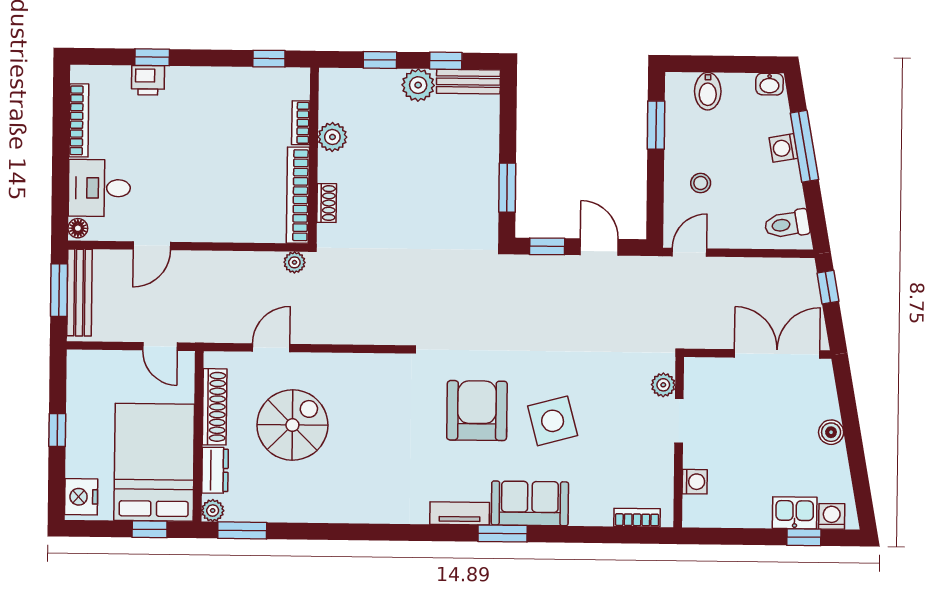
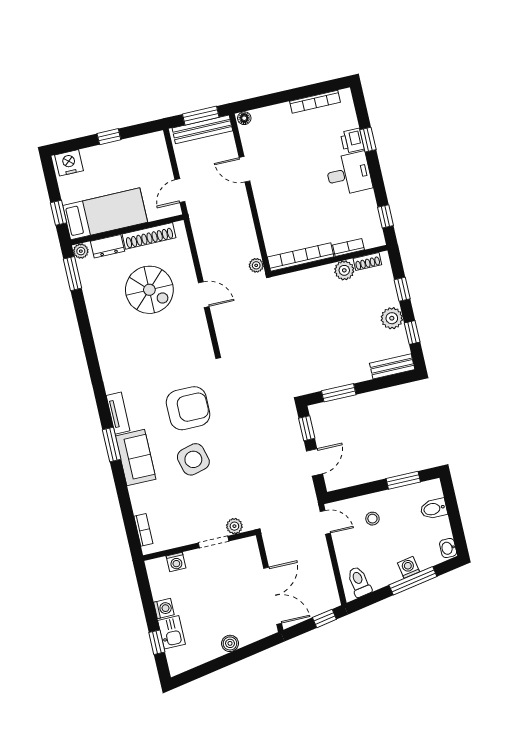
bench: (468, 82) -> (392, 366), moved, turned 90
desk: (99, 188) -> (349, 174), moved, turned 90
shoe rack: (327, 203) -> (367, 262), moved
door: (271, 348) -> (204, 295), moved
bed: (154, 462) -> (105, 214), width x0.67
washing machine: (832, 516) -> (164, 608), moved

